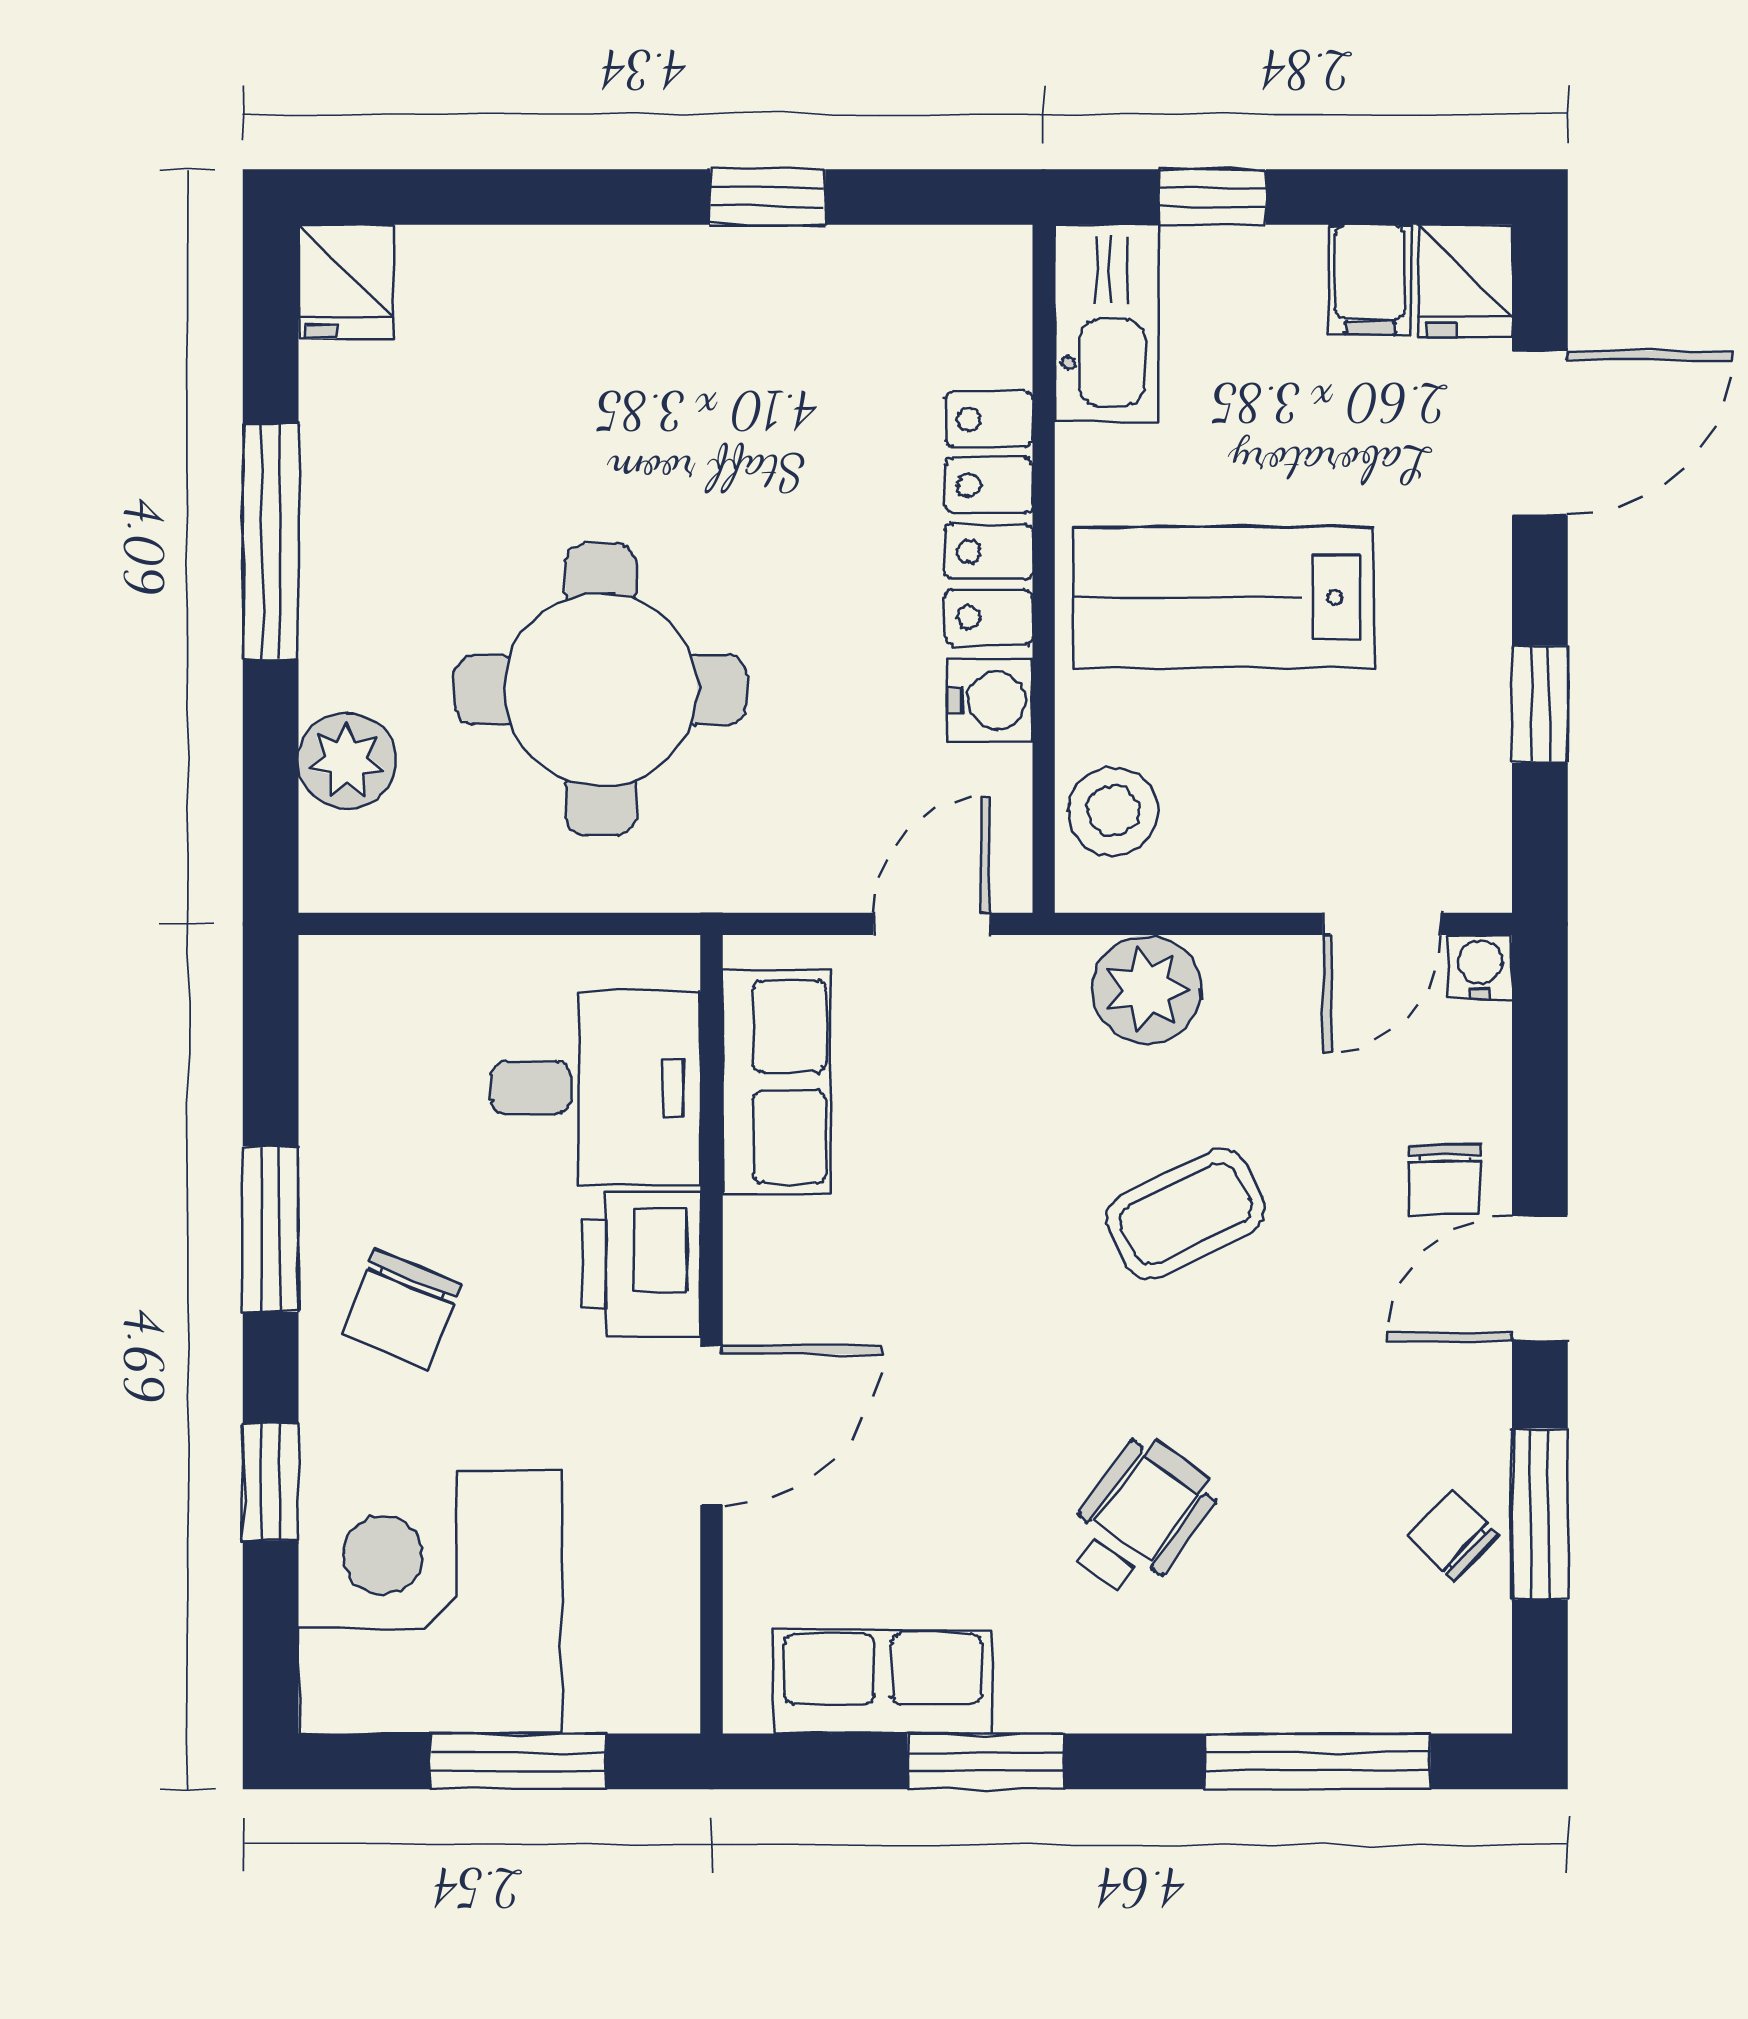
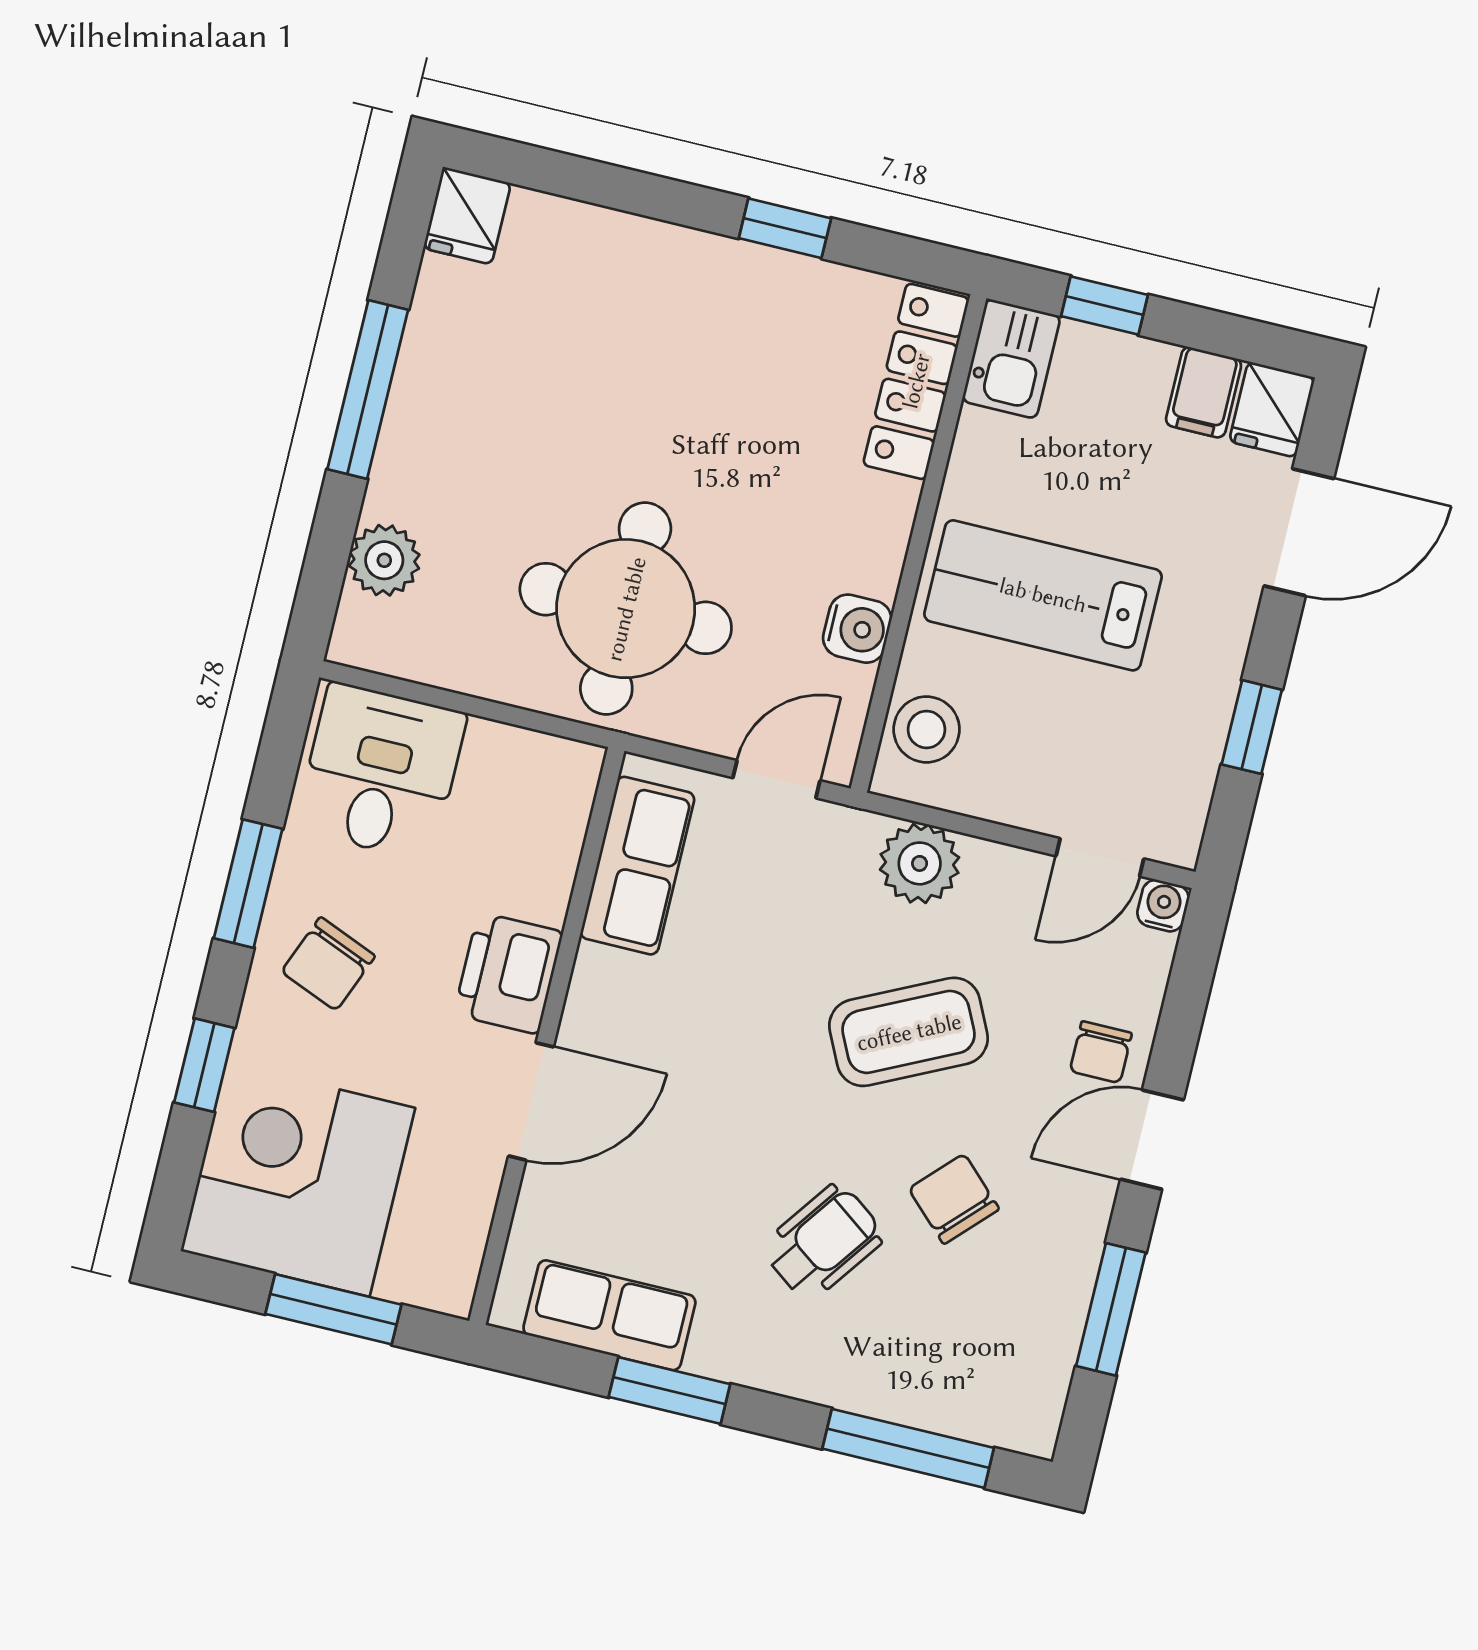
kitchen sink: (1107, 323) -> (1011, 359), width x0.73
locker: (989, 518) -> (916, 381), moved
round table: (601, 690) -> (626, 609), moved
desk: (596, 1088) -> (381, 772), moved, turned -90
coffee table: (1186, 1214) -> (909, 1032), width x1.36, depth x1.30
chair: (1453, 1535) -> (954, 1199), moved, width x1.37, depth x1.37

